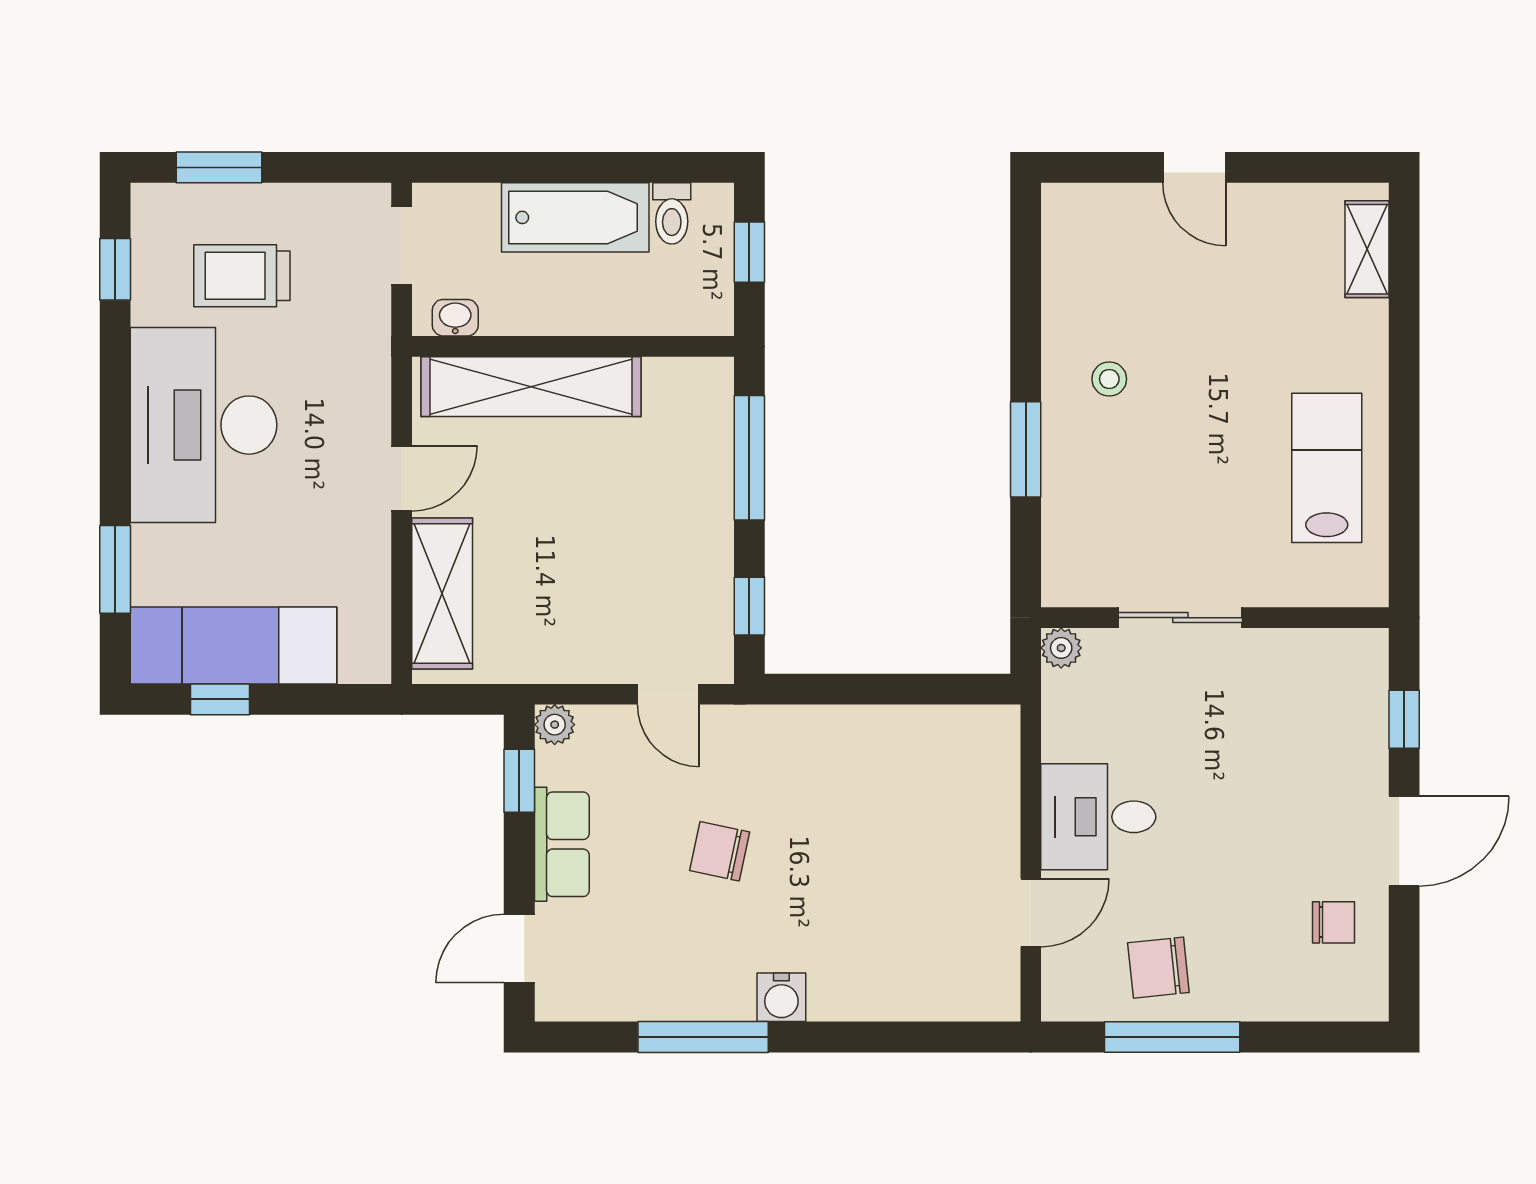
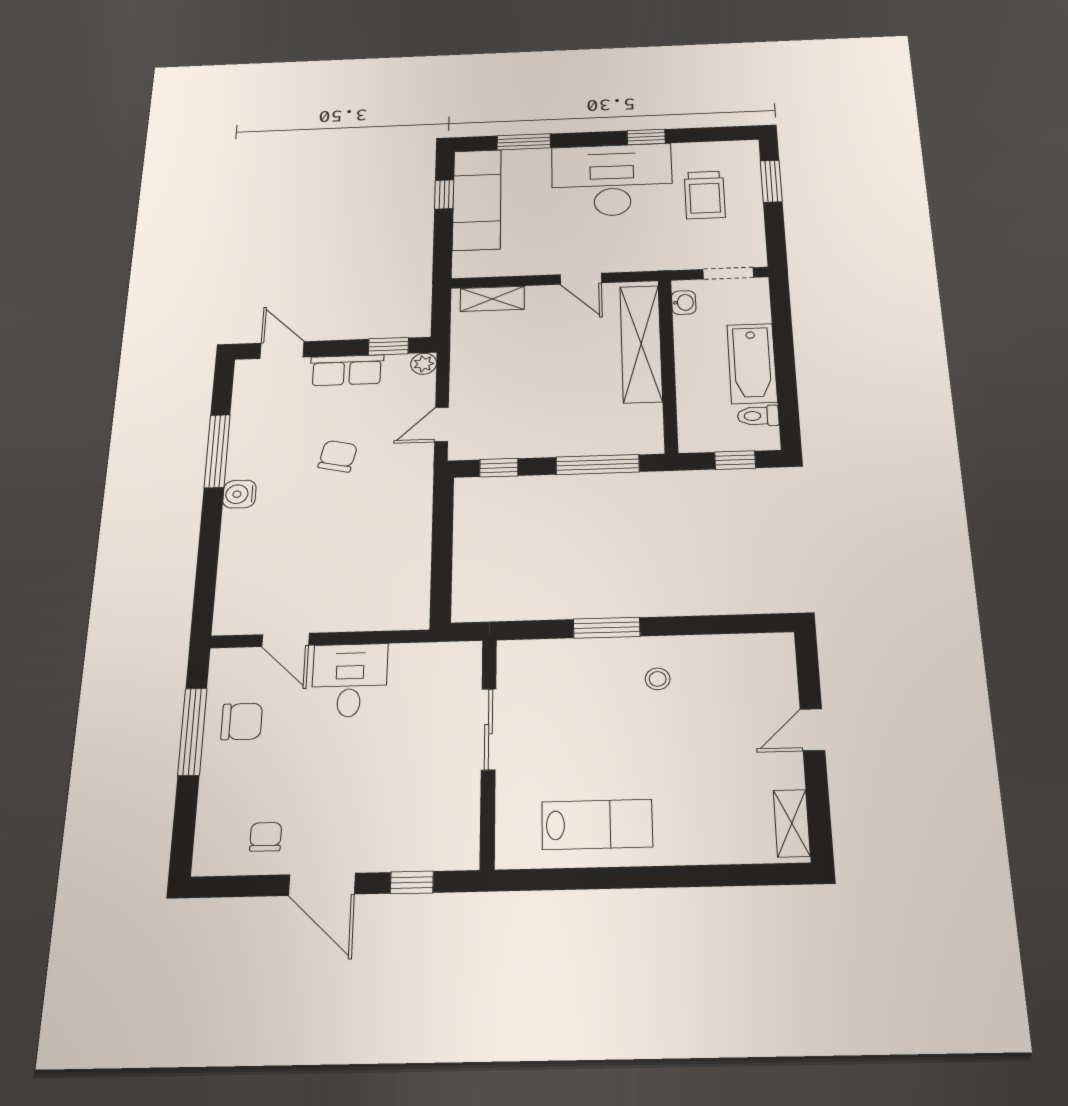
shelving: (1367, 249) -> (792, 823), moved, turned 90
window: (115, 269) -> (646, 137), moved
trolley: (242, 276) -> (705, 195), turned 180
shelving: (442, 593) -> (492, 299), width x0.67, depth x0.75
plant: (1061, 648) -> (468, 654), removed
chair: (1334, 922) -> (266, 837), turned 180
chair: (1158, 968) -> (242, 721), turned 96

